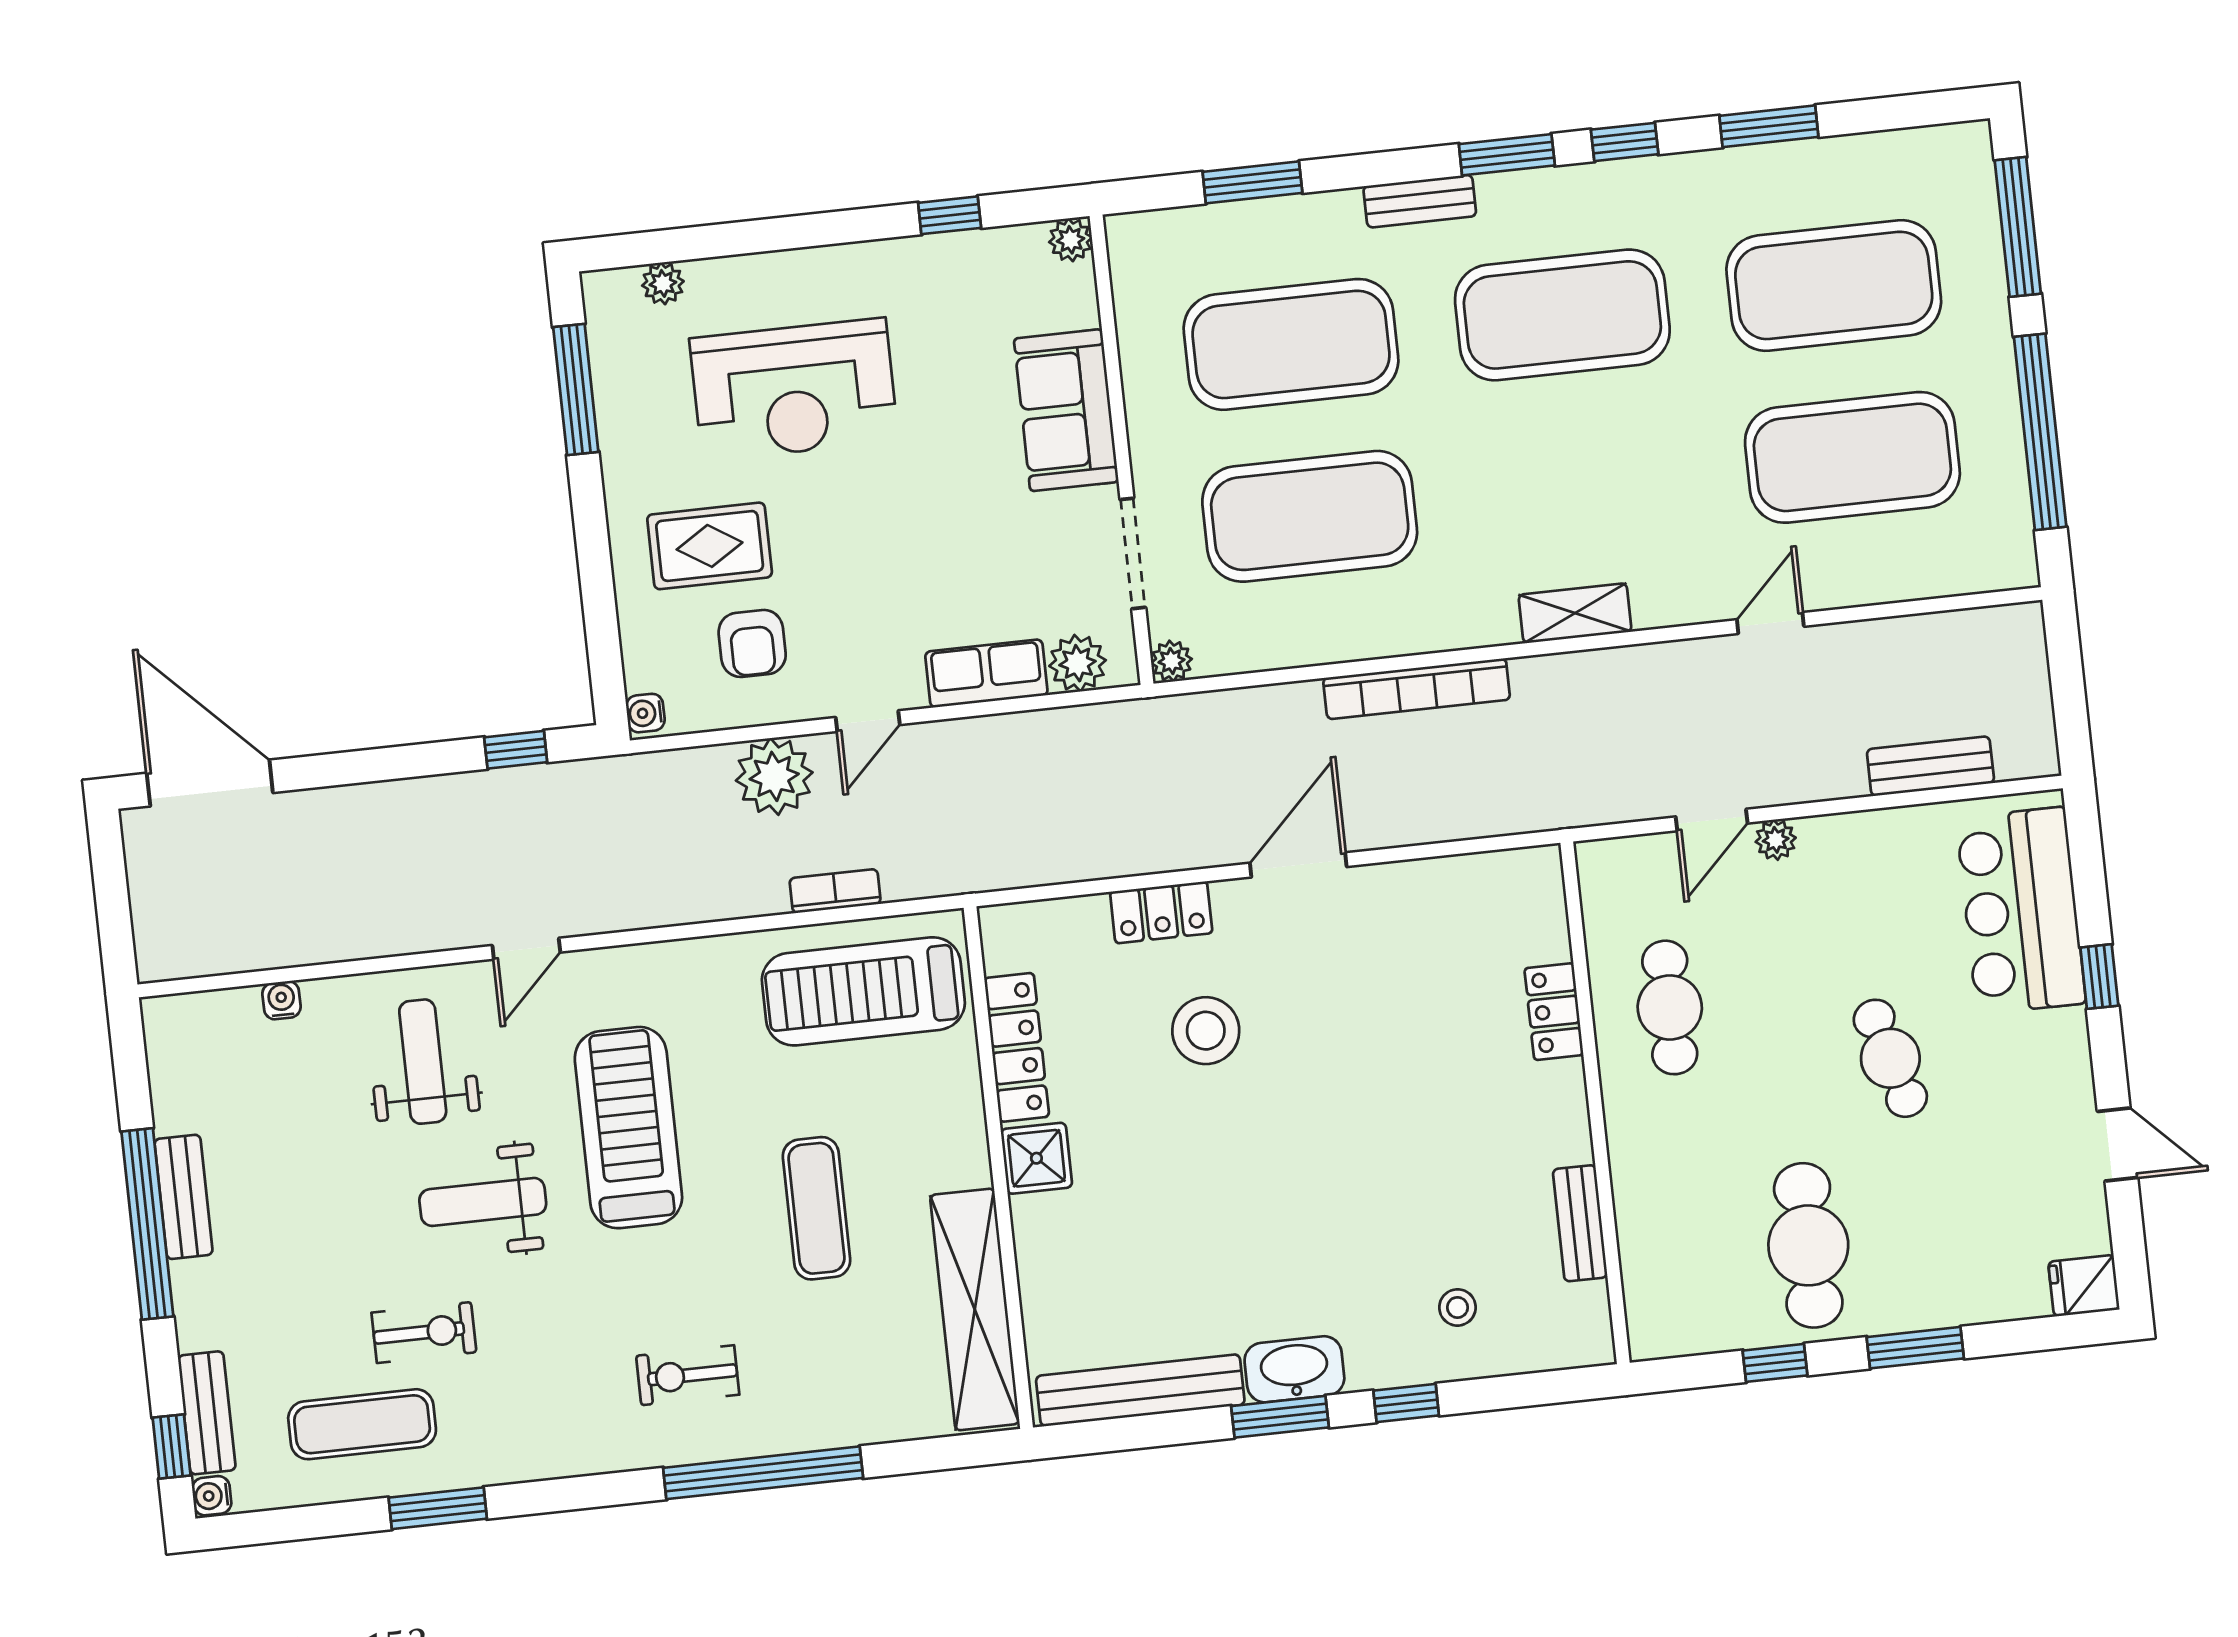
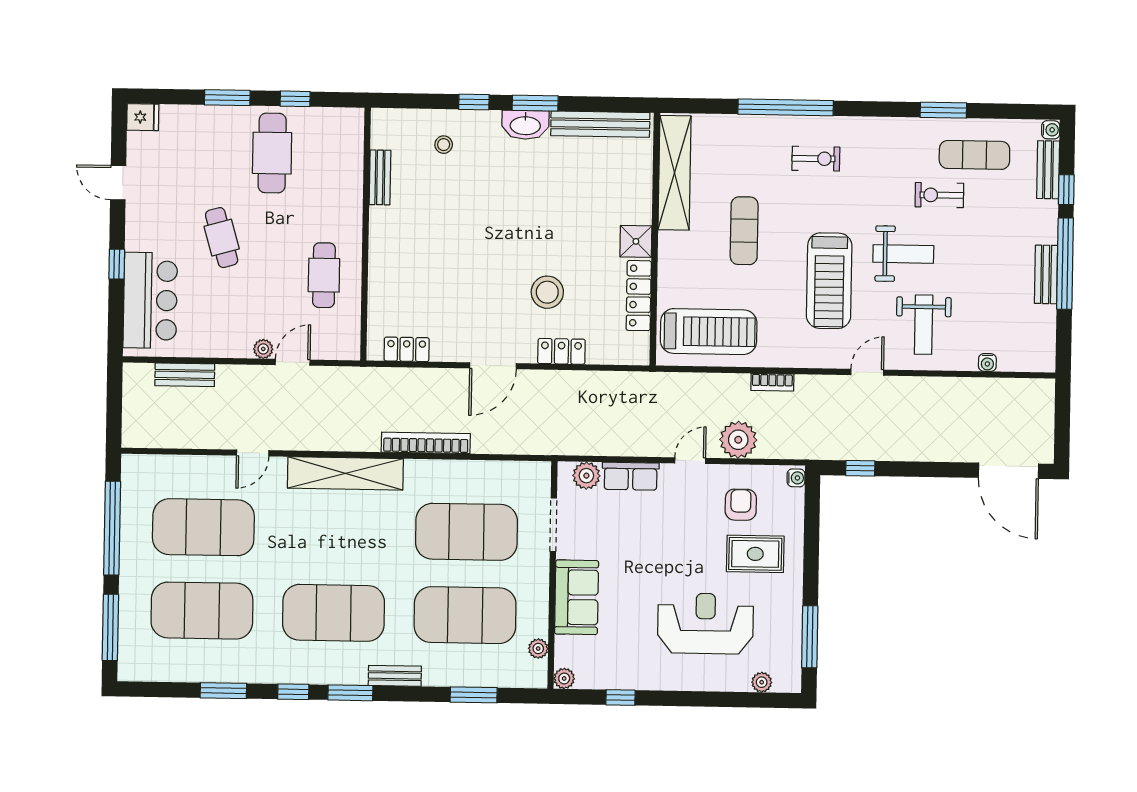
shelving: (1575, 613) -> (345, 473), width x2.20, depth x1.33
plant: (1171, 661) -> (538, 649), moved
bookcase: (835, 891) -> (772, 382), moved
locker: (1554, 1012) -> (407, 349), moved, turned -90
window: (172, 1446) -> (1066, 190), moved

